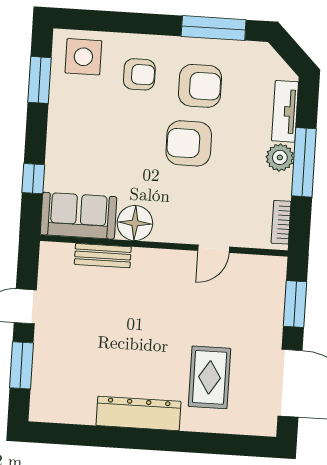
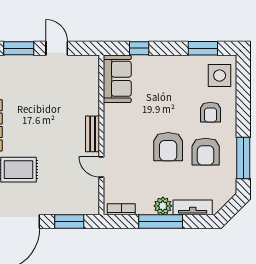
armchair: (189, 143) -> (168, 147), turned 180
floor lamp: (135, 223) -> (115, 115), removed
bench: (103, 256) -> (93, 134), moved

